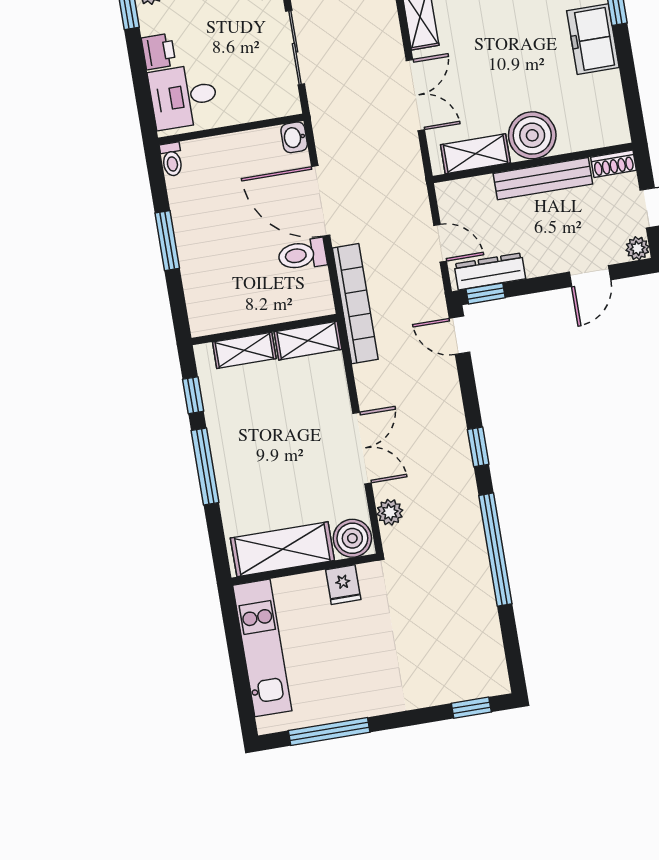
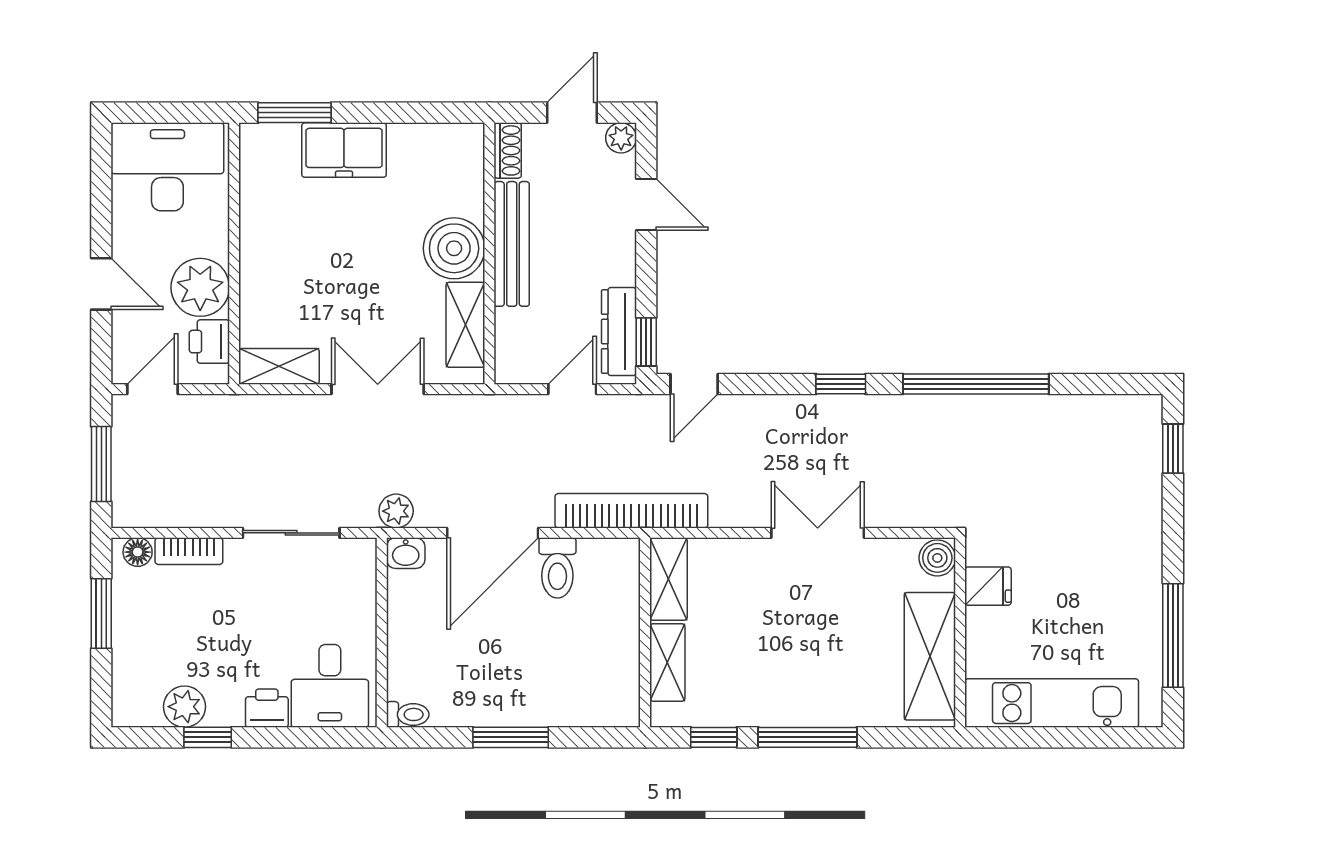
plant: (390, 512) -> (396, 511), moved
boiler: (352, 538) -> (937, 558), width x0.73, depth x0.73

